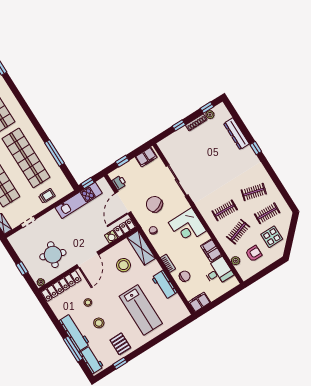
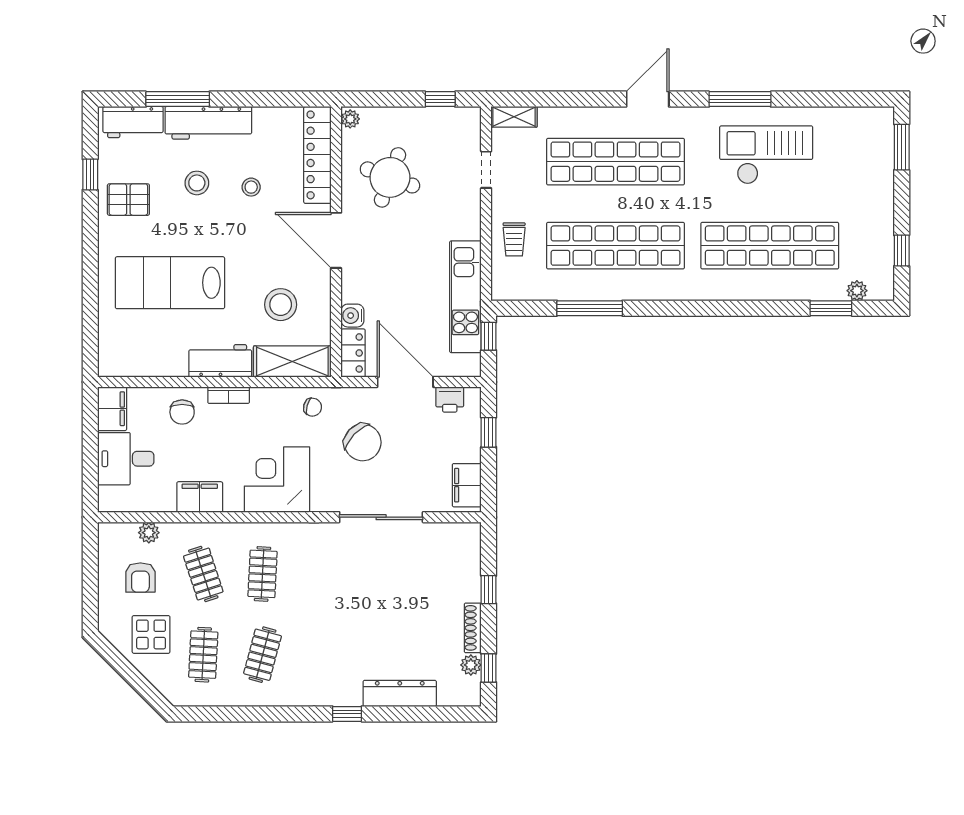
chair: (154, 204) -> (363, 442), turned 66
window: (22, 268) -> (440, 99), moved
desk: (218, 272) -> (126, 459), moved, turned 90
workbench: (164, 285) -> (220, 361), moved

